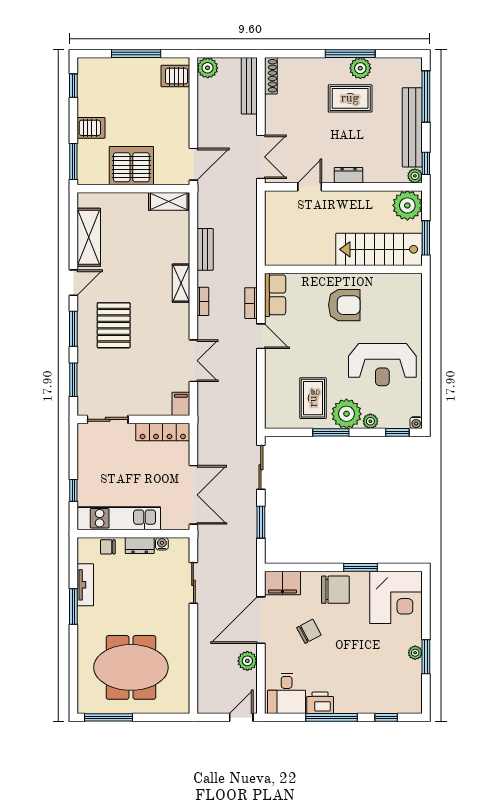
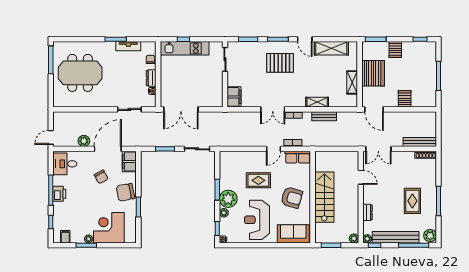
plant: (208, 68) -> (430, 118), removed
plant: (360, 68) -> (430, 236), moved
server rack: (175, 76) -> (405, 99), moved
dresser: (349, 175) -> (368, 212), moved
shelving: (169, 201) -> (352, 82), moved
plant: (407, 205) -> (354, 238), width x0.53, depth x0.53
stairs: (379, 249) -> (324, 197), moved
shelving: (181, 283) -> (317, 102), moved
sofa: (406, 302) -> (293, 234), added
armchair: (344, 305) -> (292, 198), turned -74
double door: (193, 361) -> (273, 109), moved
rug: (313, 398) -> (258, 180), moved
filing cabinet: (181, 404) -> (234, 97), width x2.00
locker: (163, 432) -> (218, 91), removed
kitchen unit: (119, 518) -> (185, 48), moved, turned 90
chair: (335, 590) -> (125, 192), turned 79
corner desk: (396, 597) -> (109, 228), moved, turned 90
door: (261, 620) -> (108, 149), hinge flipped
meeting table: (131, 667) -> (80, 73), turned 90
filing cabinet: (411, 693) -> (65, 237), added
printer: (320, 703) -> (59, 194), moved
door: (241, 717) -> (51, 137), swing flipped

